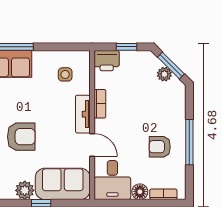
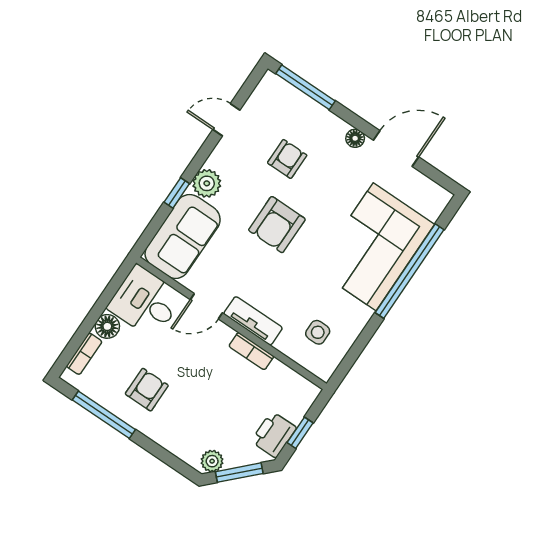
printer: (107, 61) -> (274, 434), moved
plant: (164, 74) -> (212, 461), moved
window: (189, 142) -> (104, 415), moved

